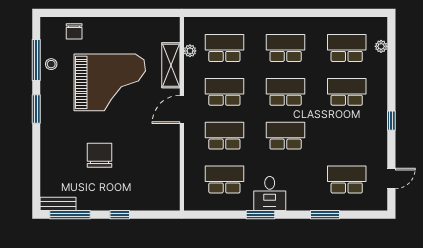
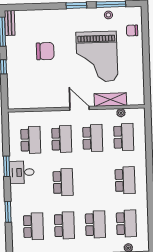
school desk: (286, 92) -> (64, 225), moved

